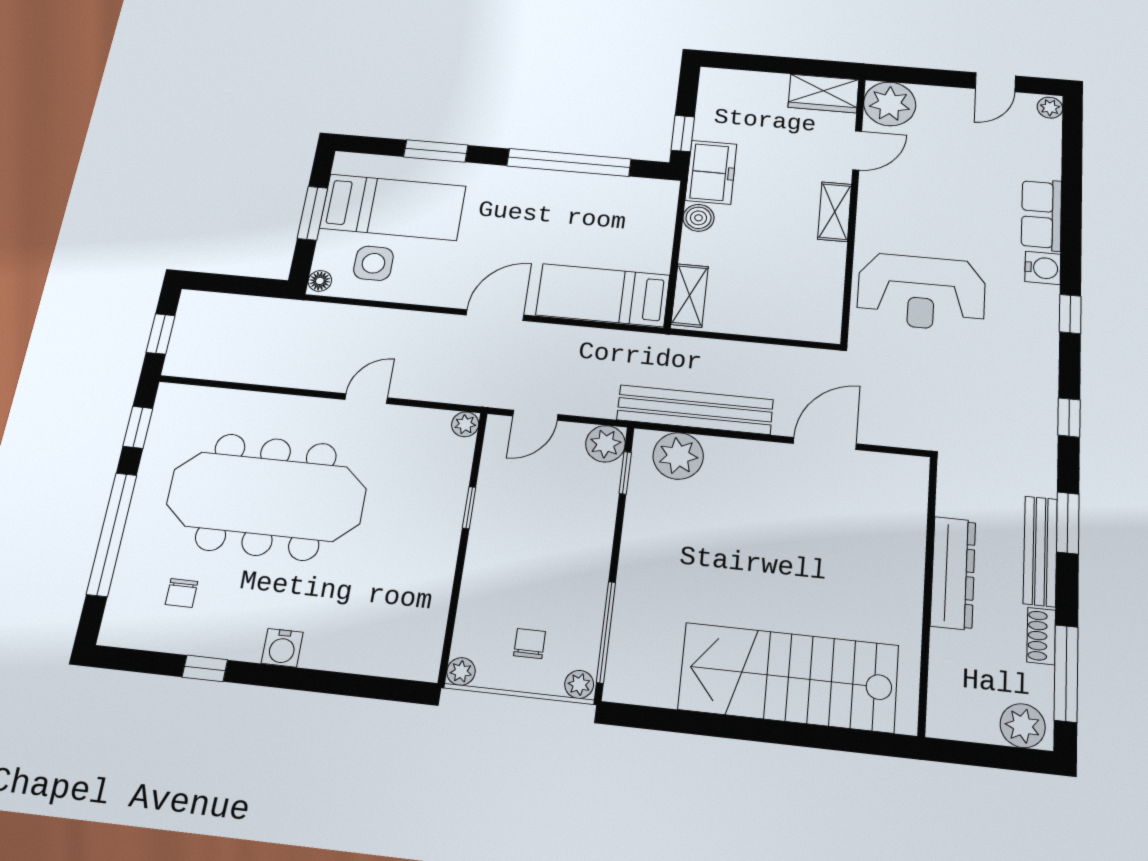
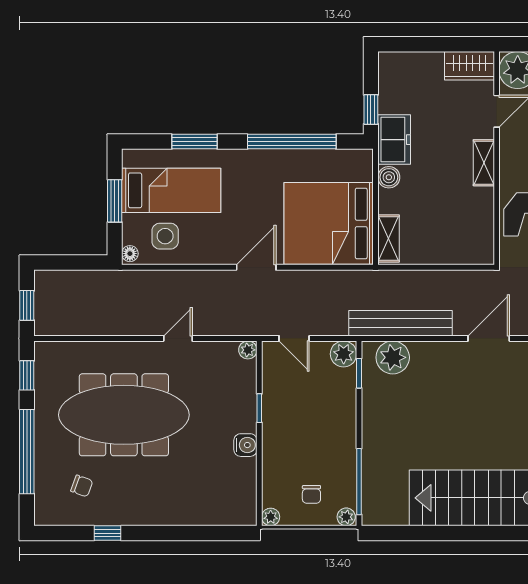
bed: (603, 295) -> (329, 223), width x2.04
door: (535, 415) -> (294, 338), hinge flipped
chair: (181, 593) -> (82, 486), turned -70
chair: (530, 644) -> (311, 494), turned 180
water cooler: (282, 648) -> (245, 445), moved, turned -90

